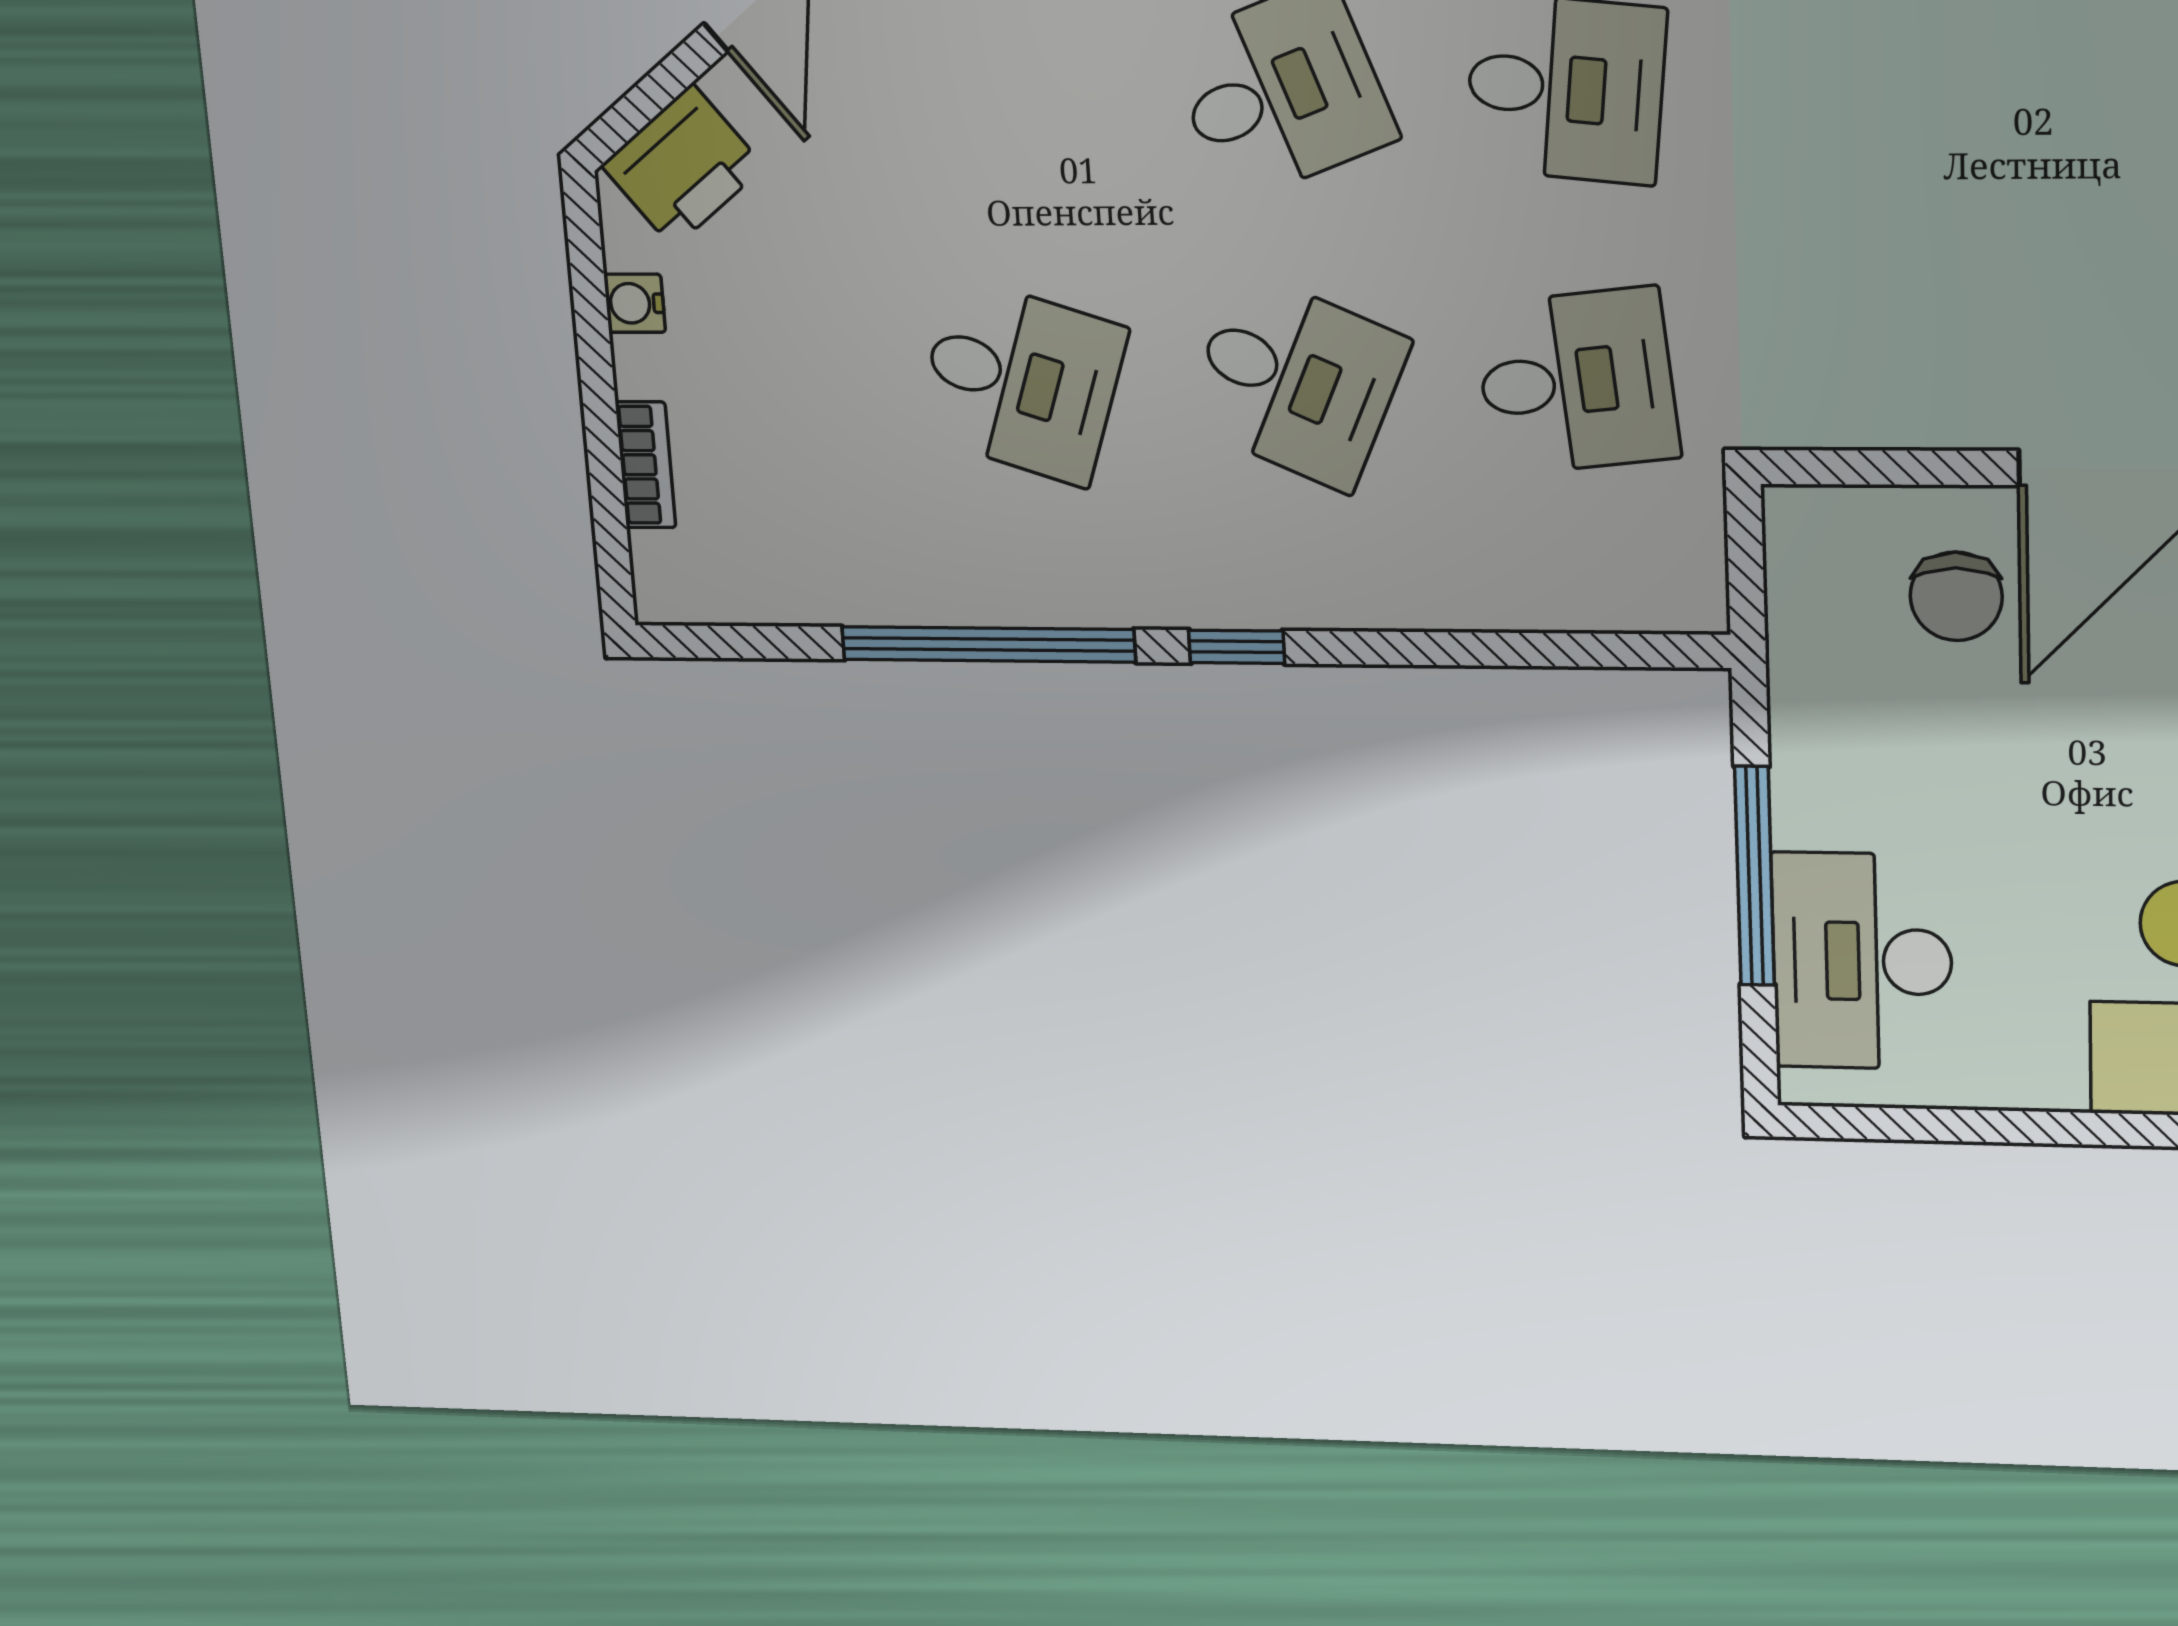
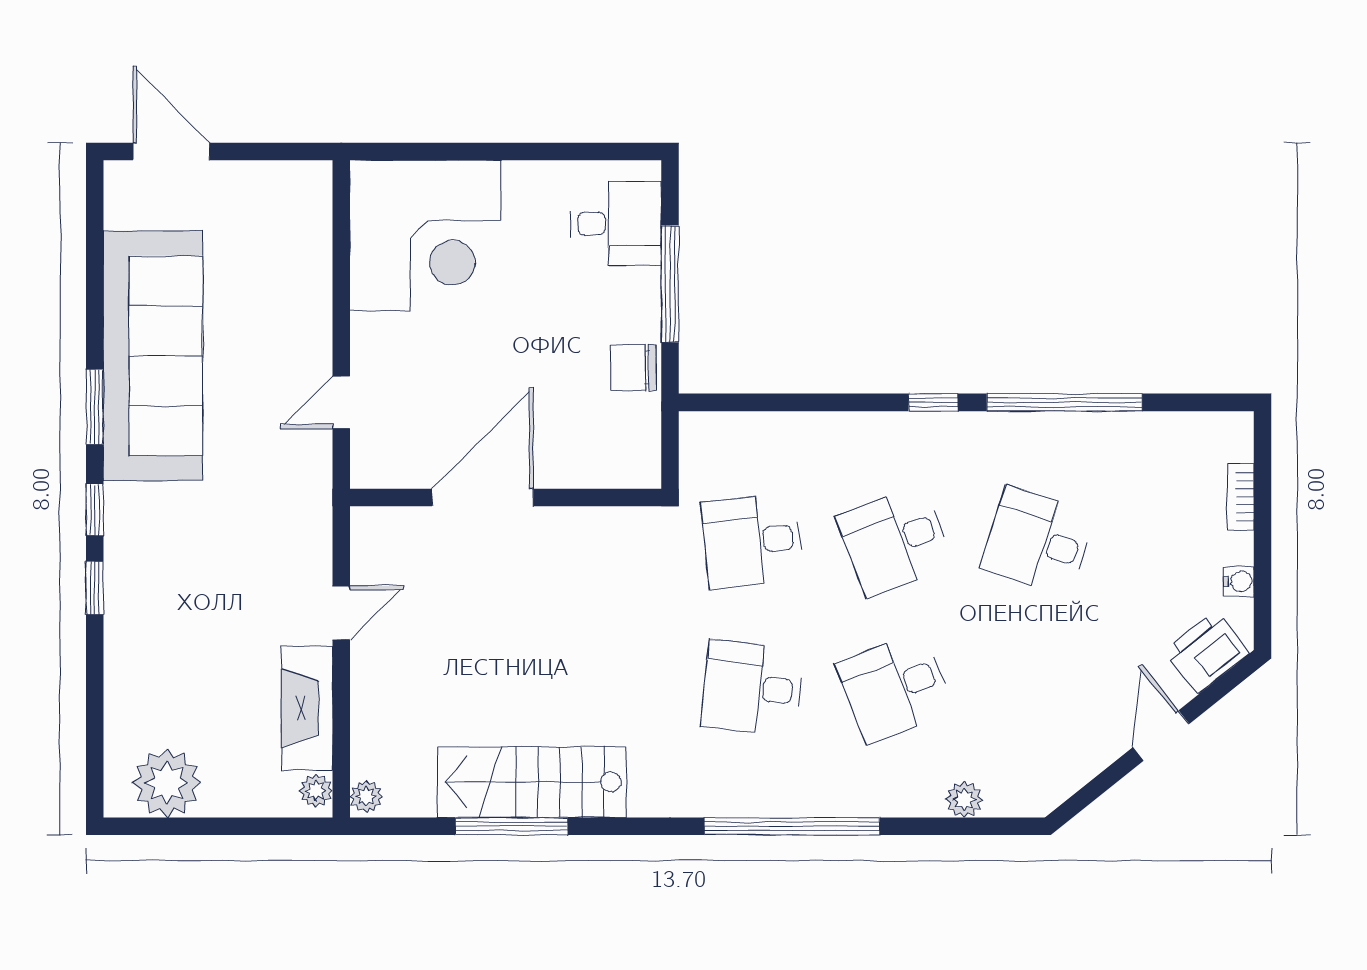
desk: (1296, 381) -> (895, 541), turned -45
chair: (1956, 596) -> (633, 368), moved, turned -90
desk: (1862, 961) -> (616, 224), width x0.73

